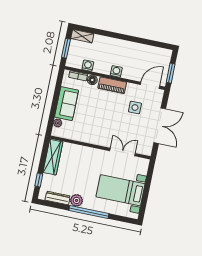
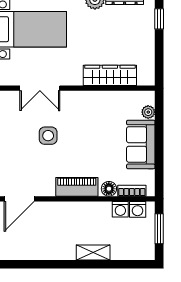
shelving: (82, 36) -> (93, 252), moved
washing machine: (116, 71) -> (138, 209), moved
side table: (135, 108) -> (48, 136), moved
wardrobe: (53, 157) -> (110, 75), moved, turned 90

